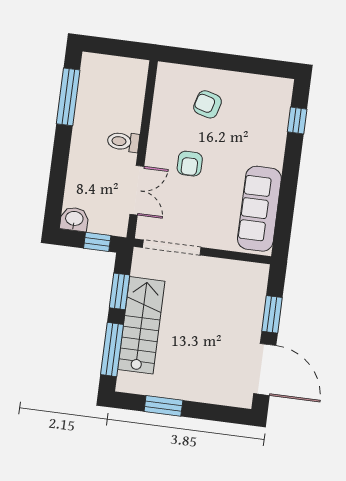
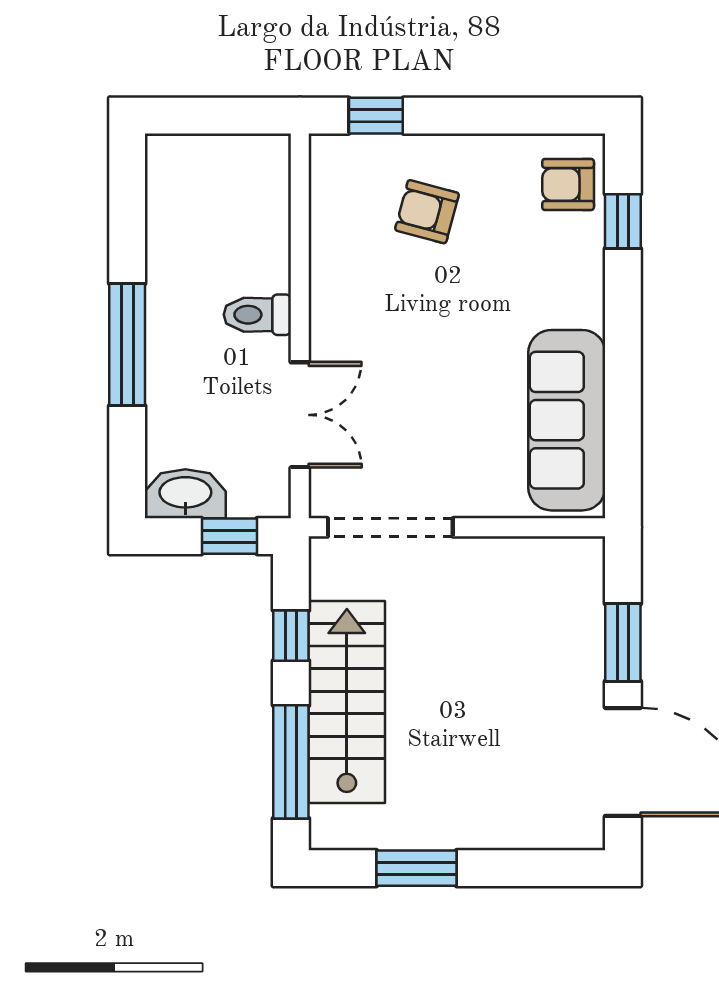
window: (190, 57) -> (376, 116), added
window: (68, 97) -> (127, 345), moved
armchair: (190, 164) -> (568, 184), moved, turned 90
washbasin: (74, 219) -> (185, 494), width x1.38
window: (120, 291) -> (291, 636), width x0.67

